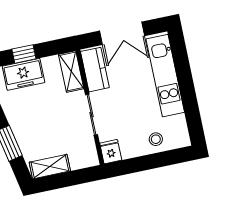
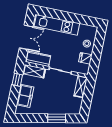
window: (24, 54) -> (17, 80), moved
fridge: (111, 152) -> (85, 58), moved
shelving: (50, 167) -> (81, 87), moved

